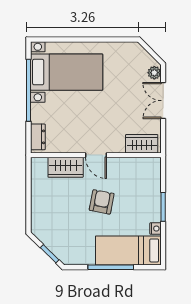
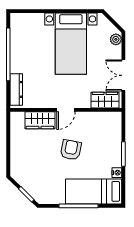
bed with nightstands: (67, 72) -> (71, 44), moved, turned 90
double door: (163, 101) -> (123, 75), moved
dresser: (38, 137) -> (16, 89), width x1.44
door: (96, 155) -> (66, 110), hinge flipped

